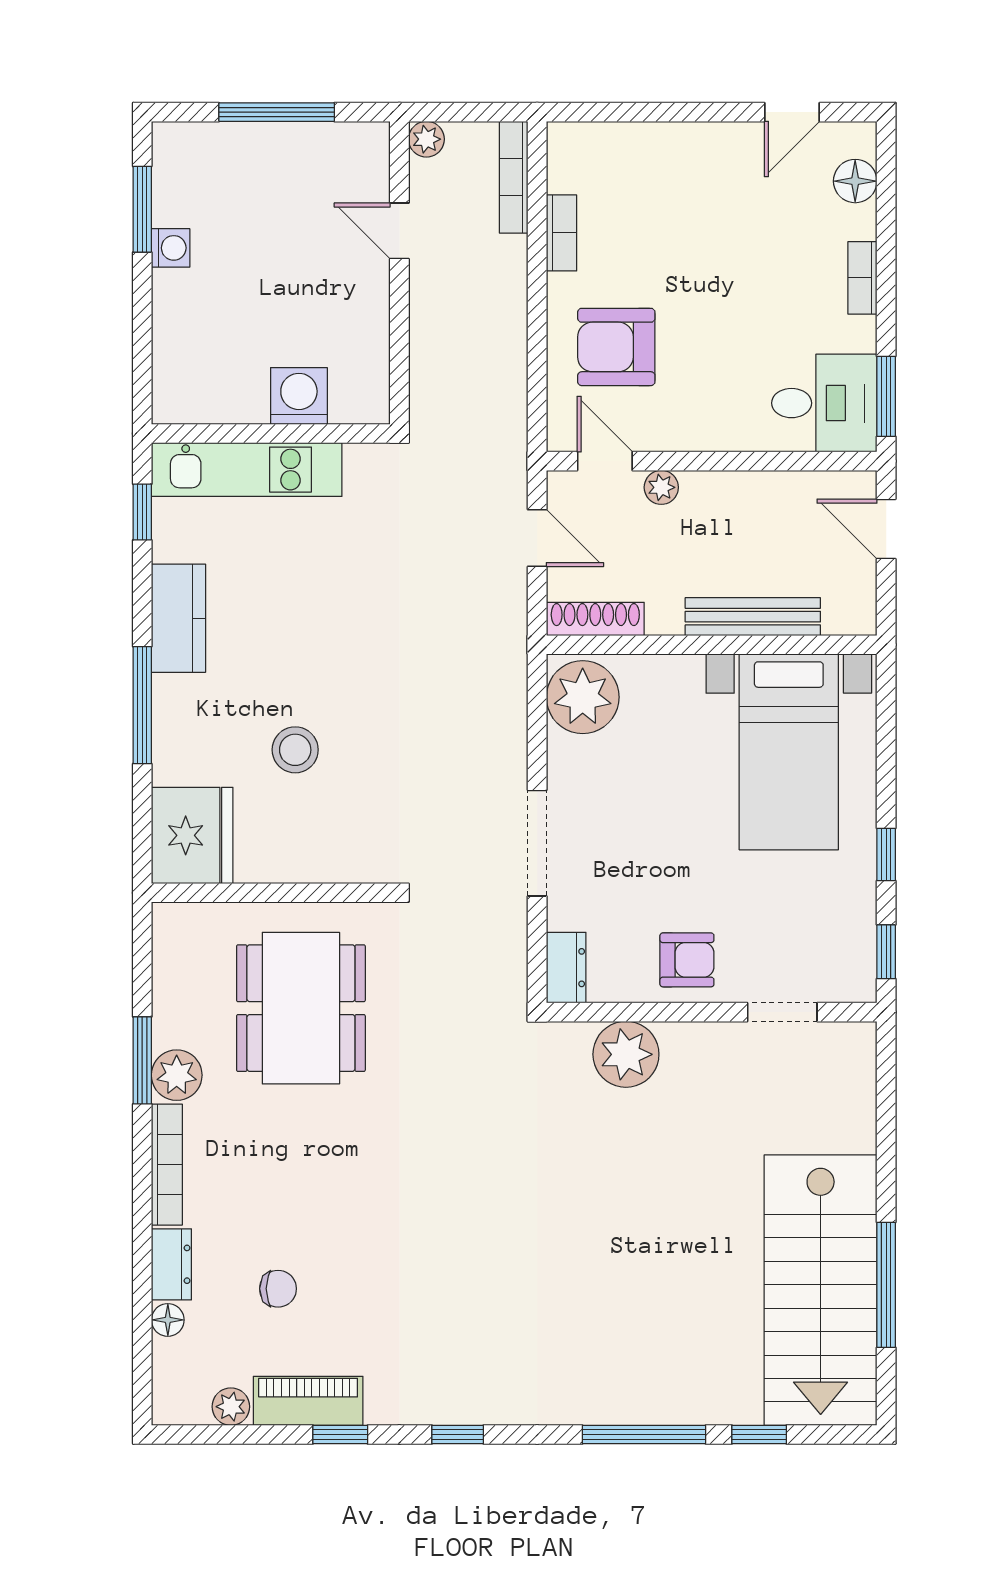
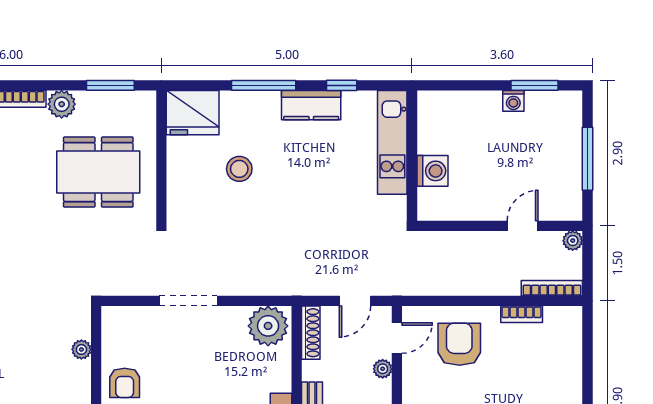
window: (142, 512) -> (342, 85), moved
dresser: (566, 968) -> (120, 317), removed
plant: (626, 1054) -> (81, 349), width x0.53, depth x0.53
window: (142, 1060) -> (110, 85), moved

